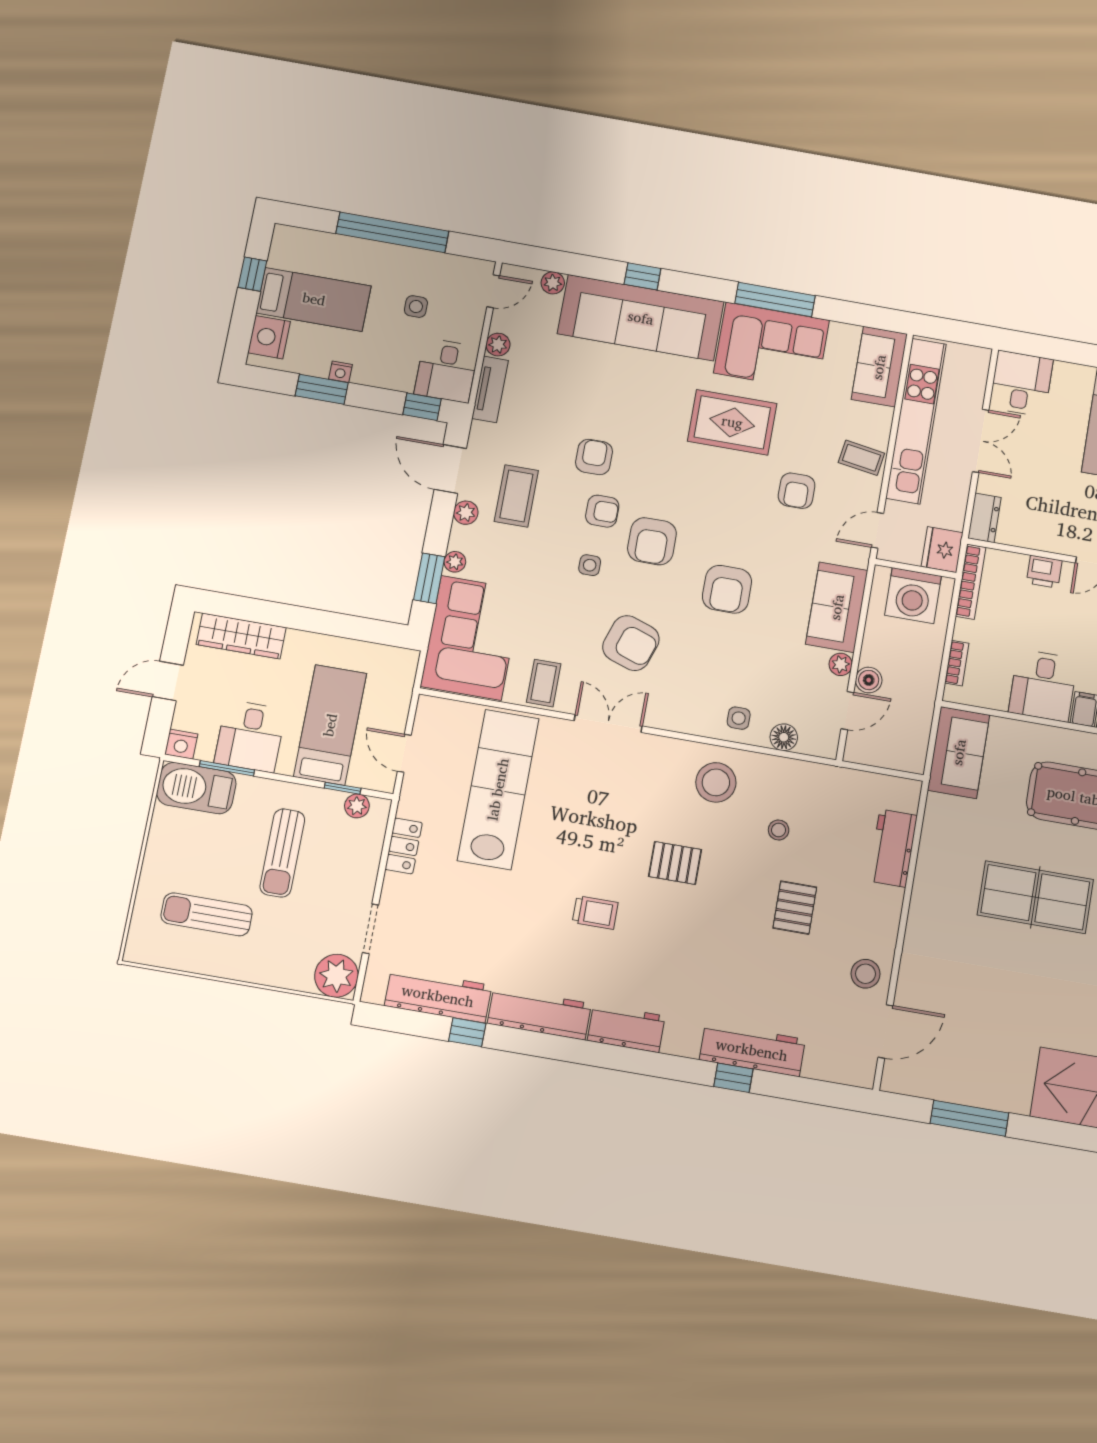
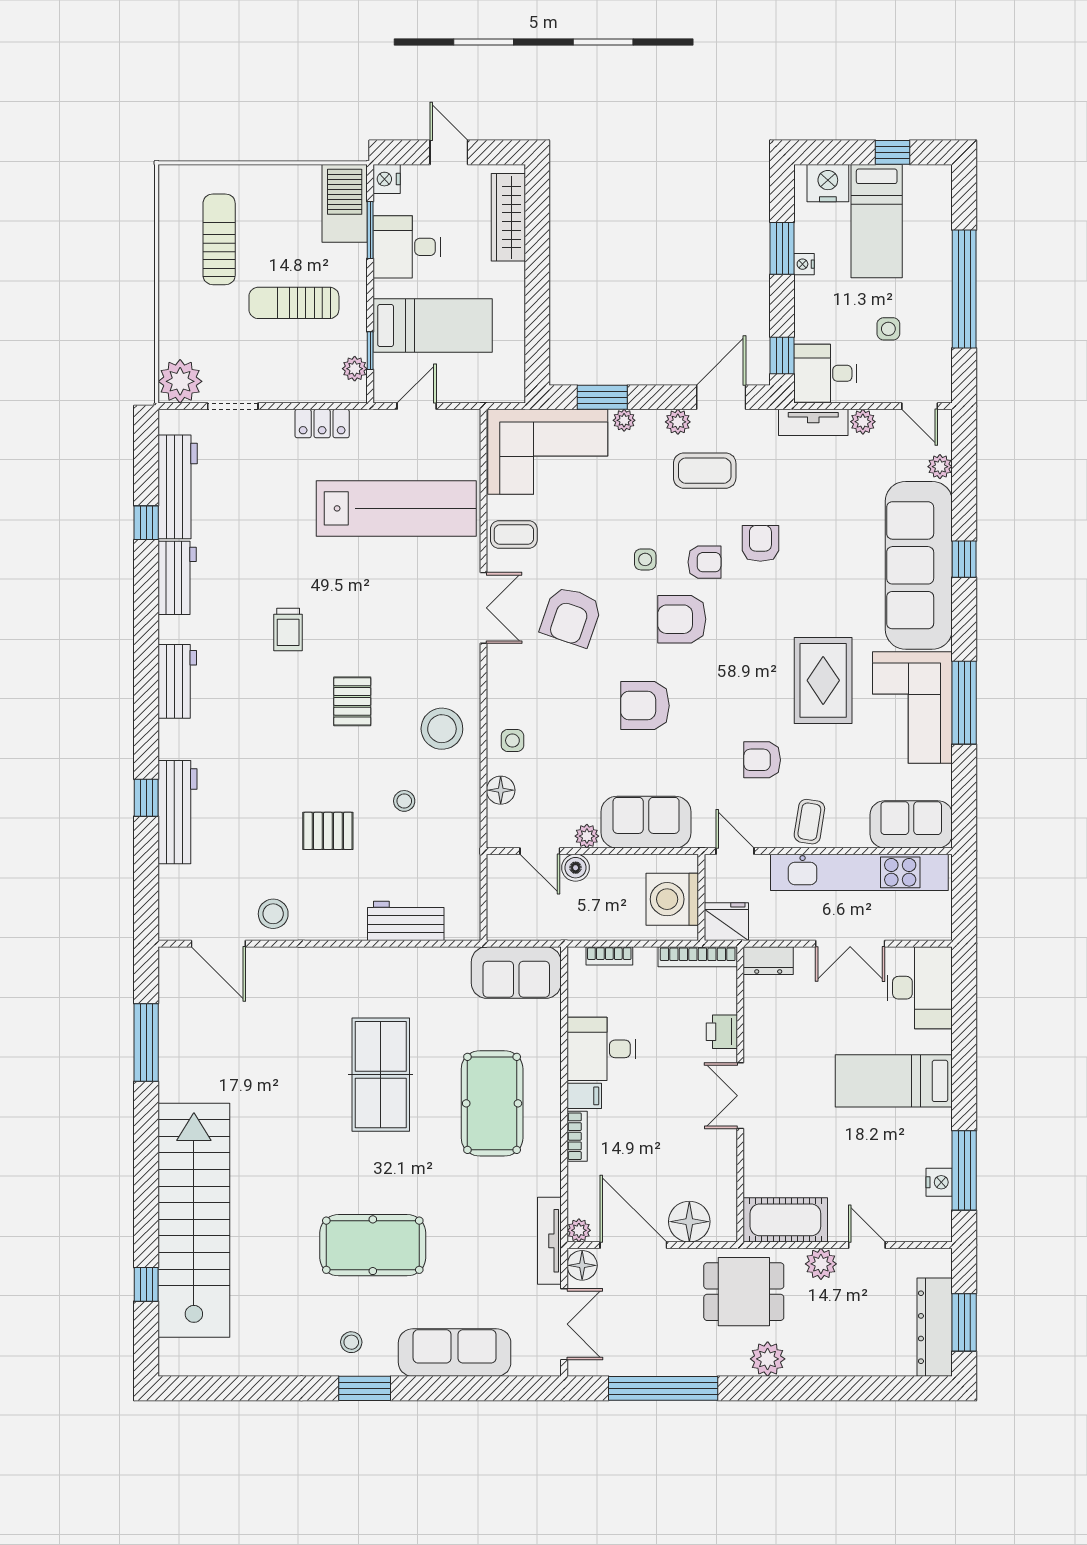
desk: (1021, 383) -> (920, 988), width x1.37
armchair: (594, 457) -> (760, 543), turned -90
armchair: (602, 511) -> (704, 562), turned -90
workbench: (539, 1014) -> (177, 578), width x0.73

